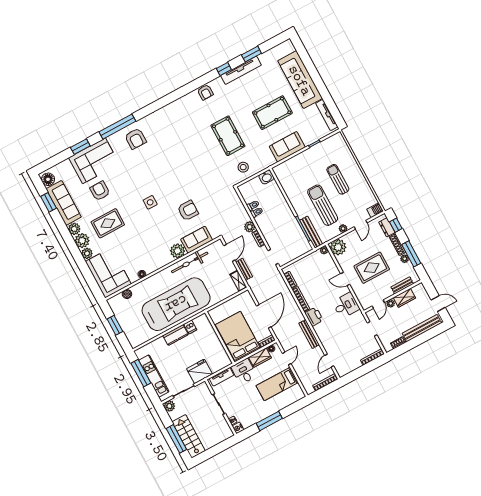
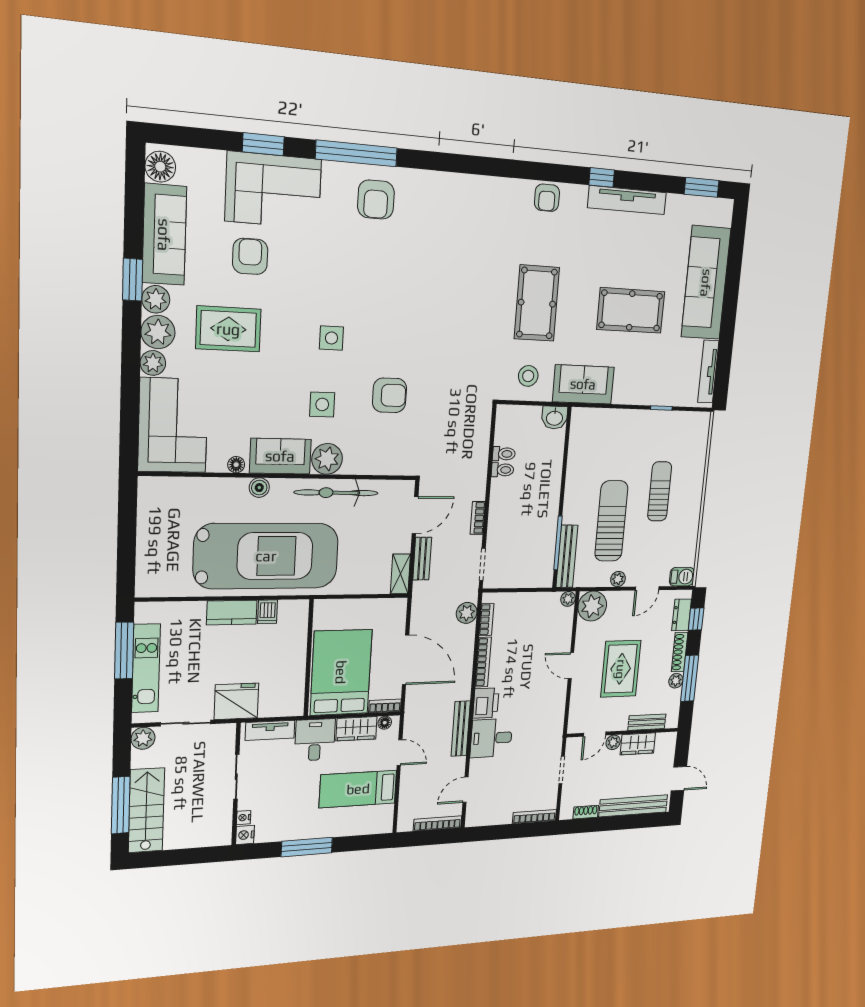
window: (251, 54) -> (702, 187), moved
sofa: (287, 147) -> (583, 384), moved
window: (49, 202) -> (133, 280), moved
plant: (250, 227) -> (467, 613), moved
side table: (162, 230) -> (322, 404), added
sofa: (197, 240) -> (280, 456), moved
rug: (372, 268) -> (621, 669), turned 90
boiler: (127, 294) -> (259, 488), moved
desk: (346, 305) -> (491, 738), moved, turned 180
door: (264, 316) -> (406, 660), hinge flipped
window: (115, 325) -> (127, 534), removed
door: (287, 359) -> (400, 753), hinge flipped

